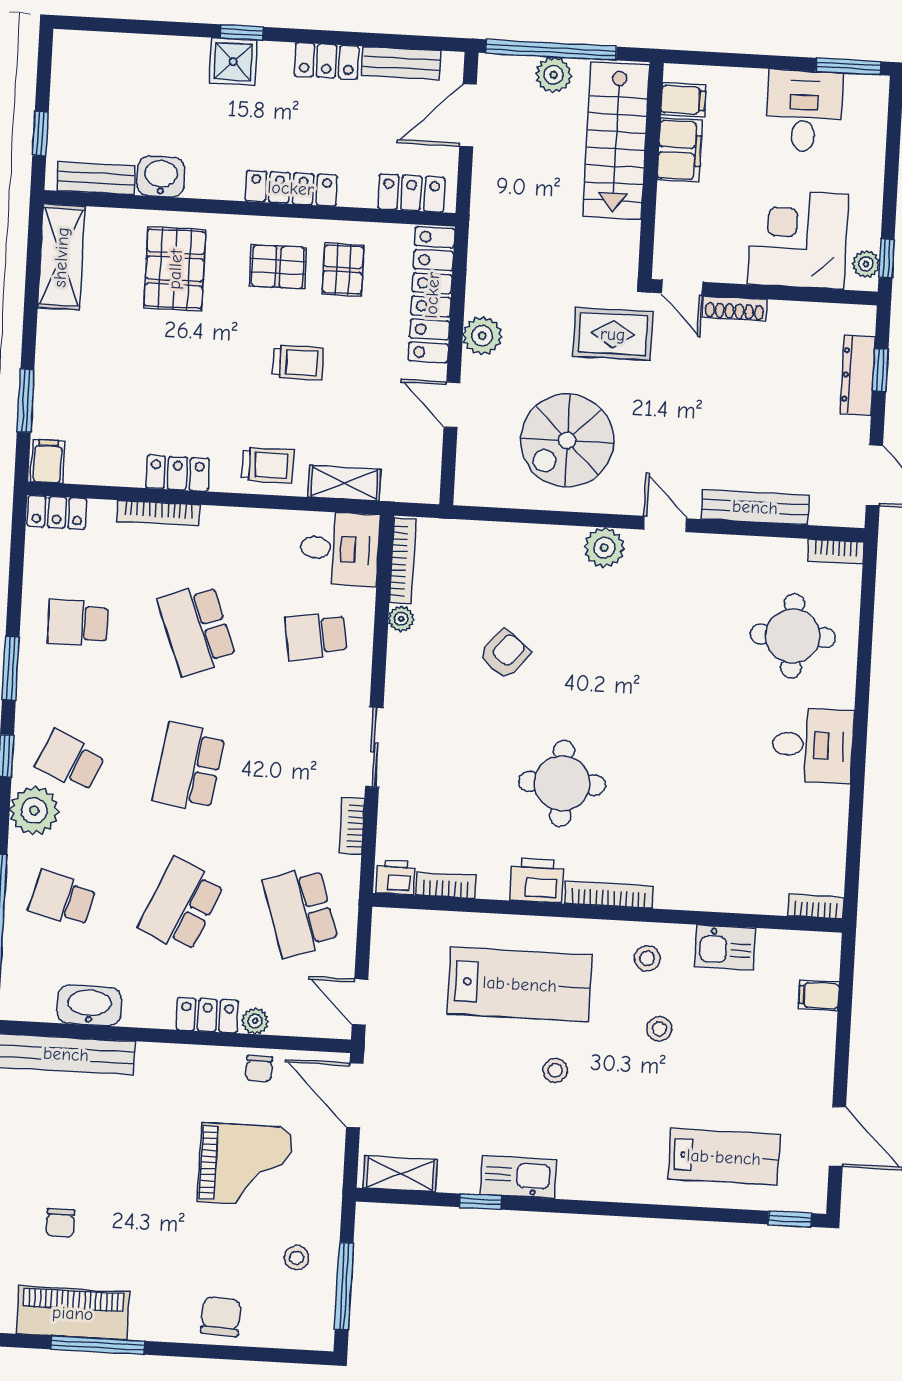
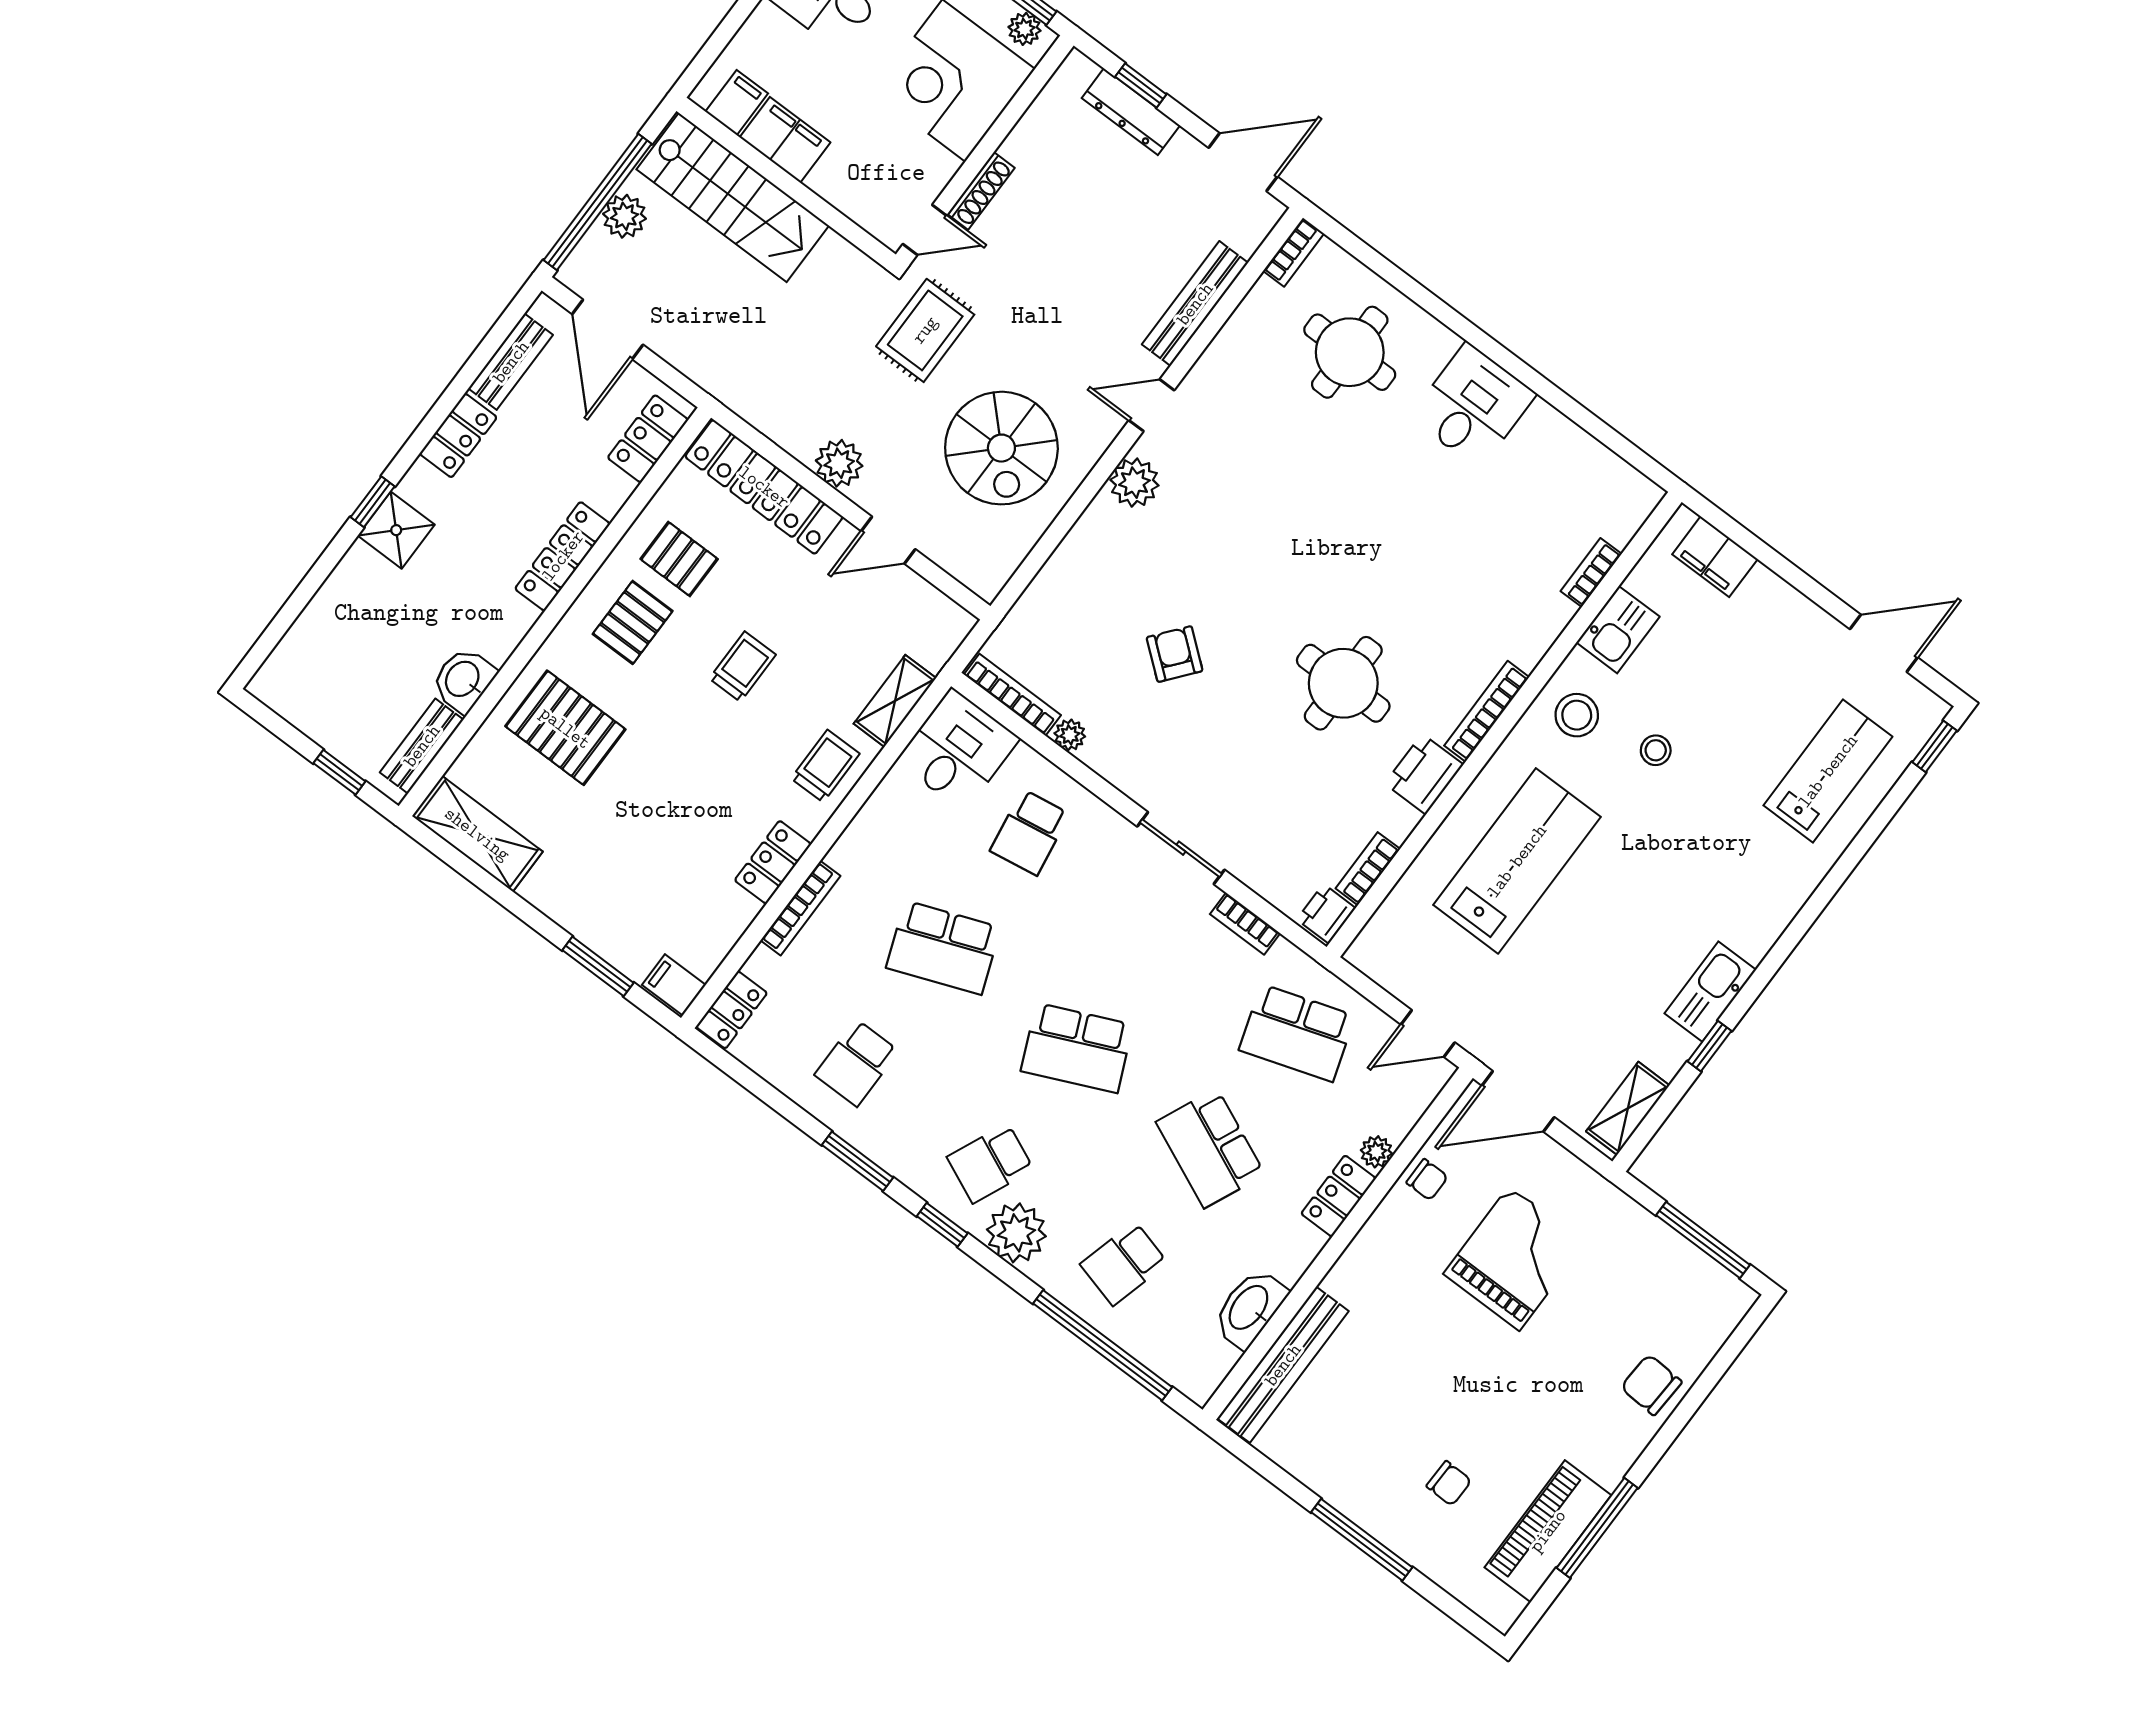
school desk: (189, 767) -> (1077, 1048), turned -33
bookcase: (816, 907) -> (1591, 573), moved
stool: (647, 958) -> (1577, 715), width x1.37, depth x1.37
filing cabinet: (819, 996) -> (1715, 557), width x2.00
stool: (555, 1070) -> (1628, 883), removed
stool: (297, 1258) -> (1642, 1269), removed

